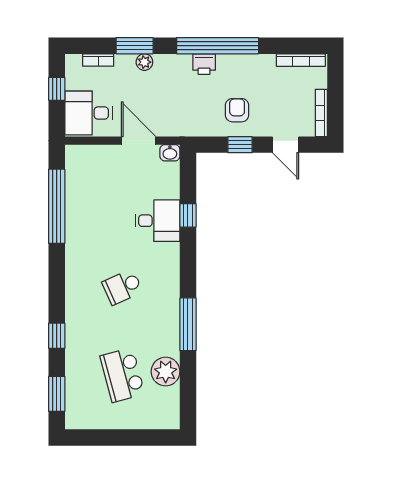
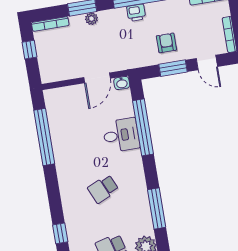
bookcase: (98, 60) -> (50, 24), width x1.56
desk: (88, 113) -> (56, 64), removed
door: (139, 141) -> (97, 78), swing flipped
window: (240, 145) -> (173, 68), width x1.50
window: (188, 215) -> (143, 127), width x3.17

